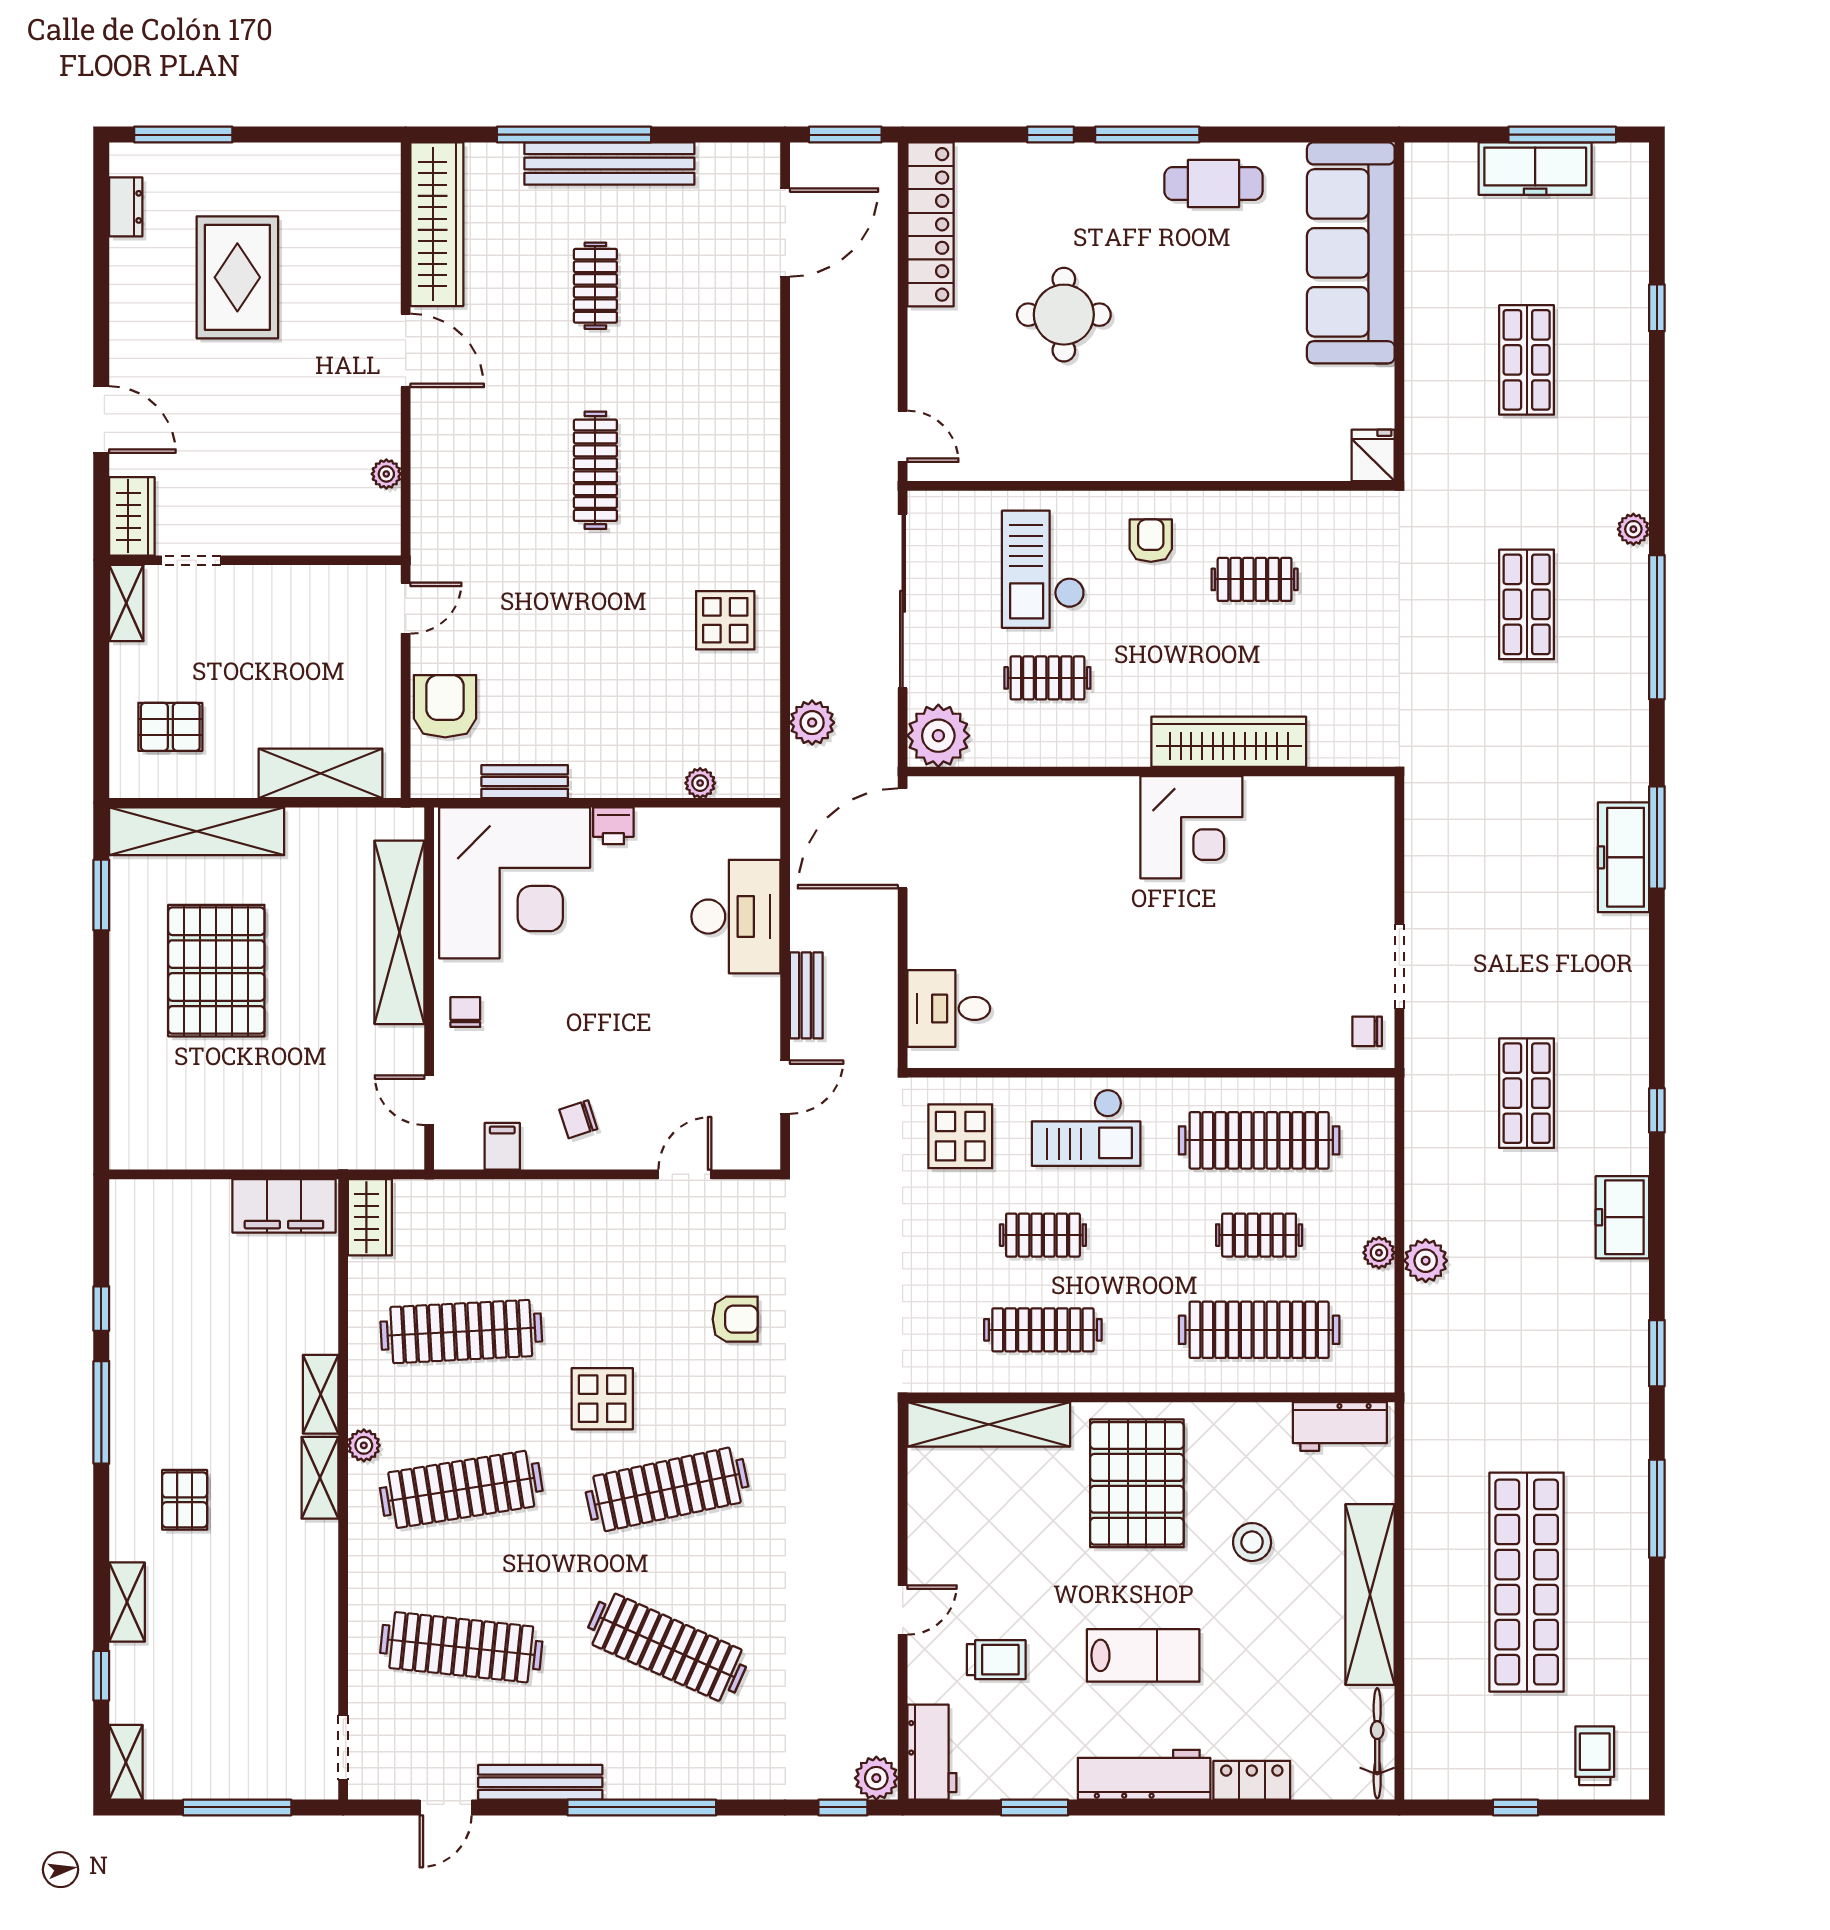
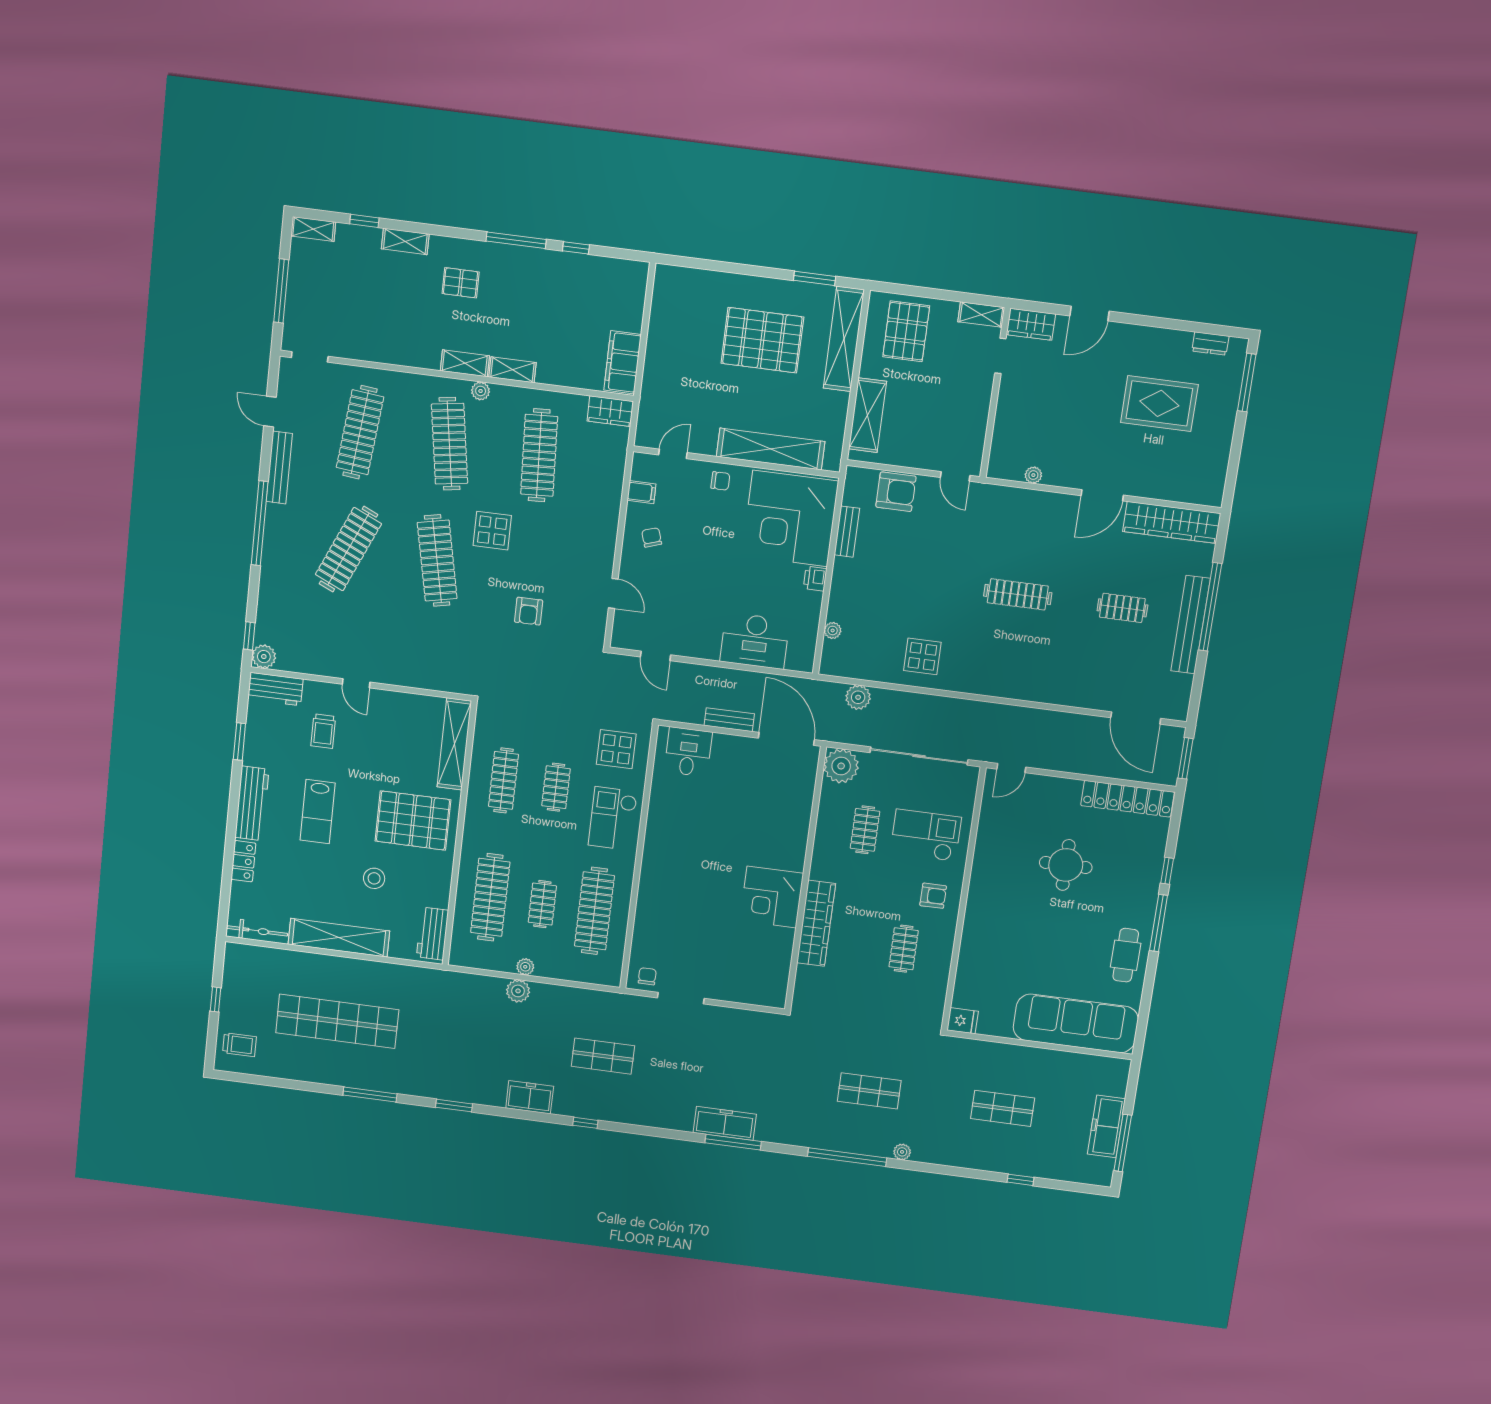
pallet: (170, 727) -> (906, 331), width x1.50, depth x1.42
bench: (806, 995) -> (729, 720), moved

